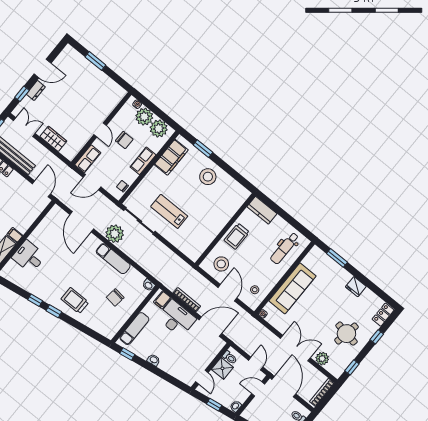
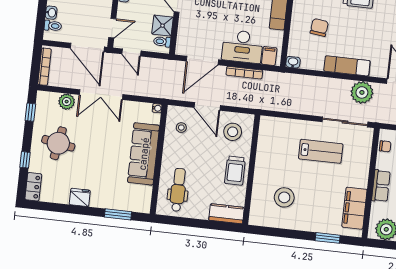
stool: (208, 177) -> (284, 197), moved
trolley: (237, 236) -> (235, 171), turned 180

